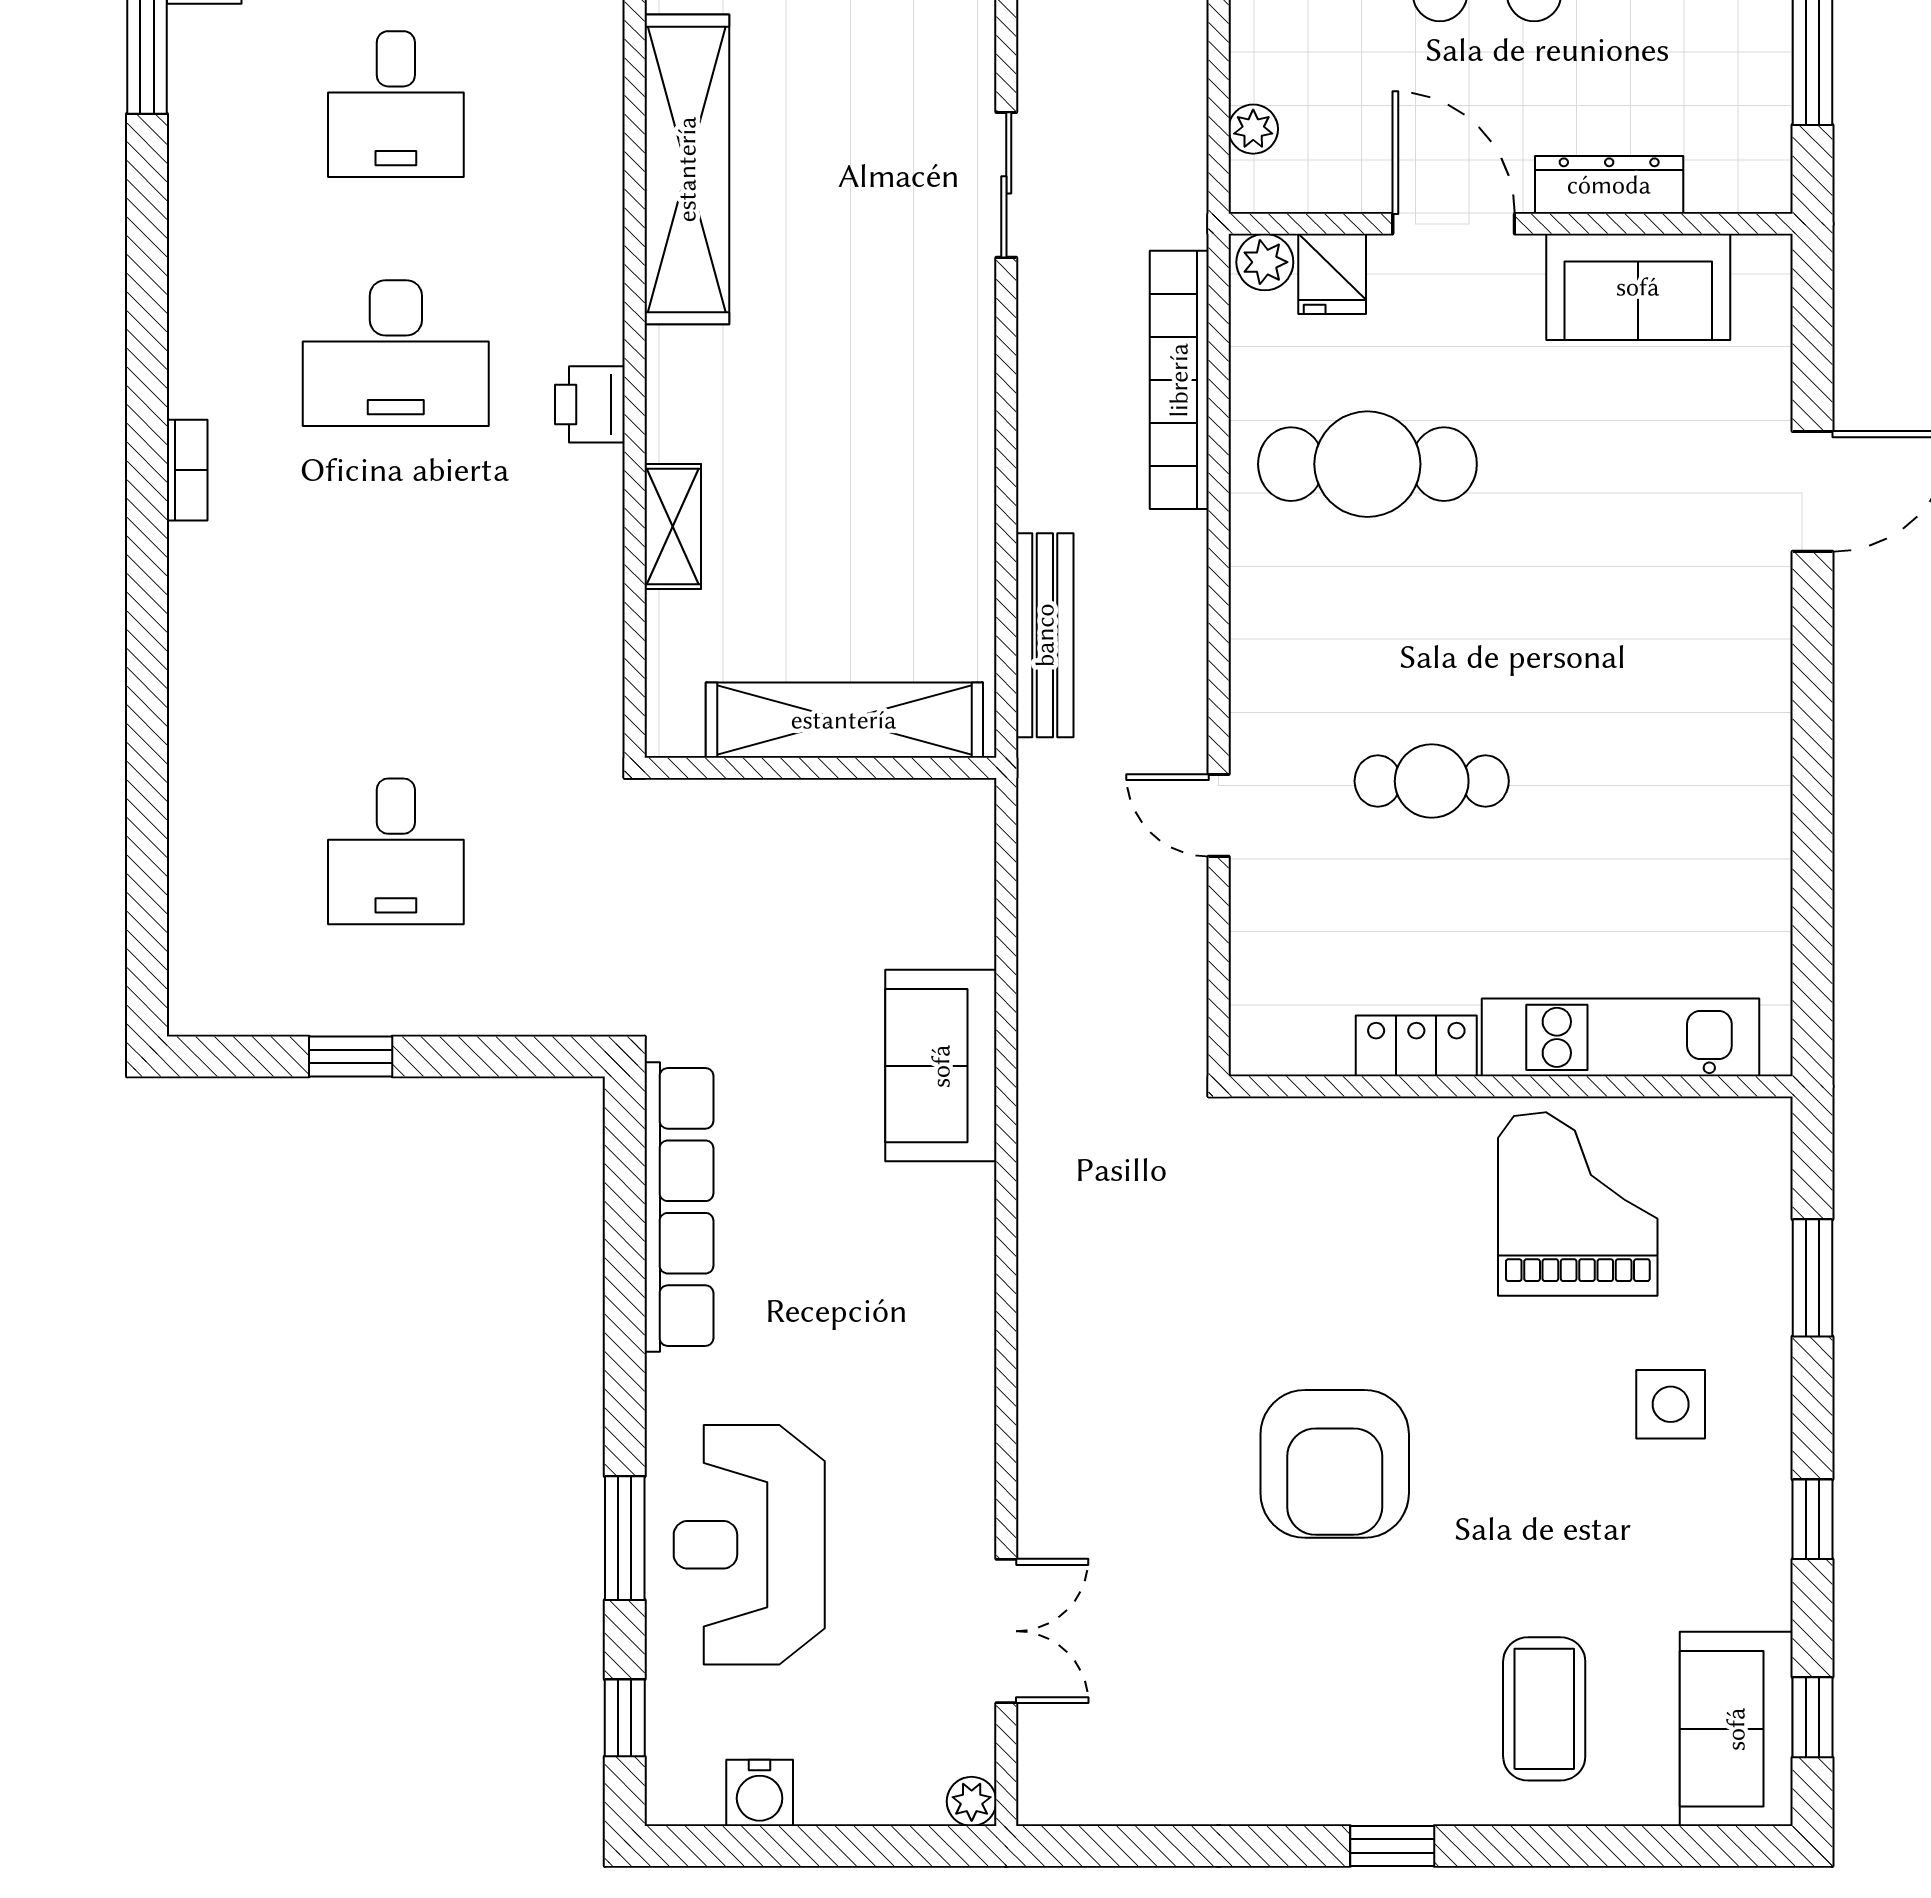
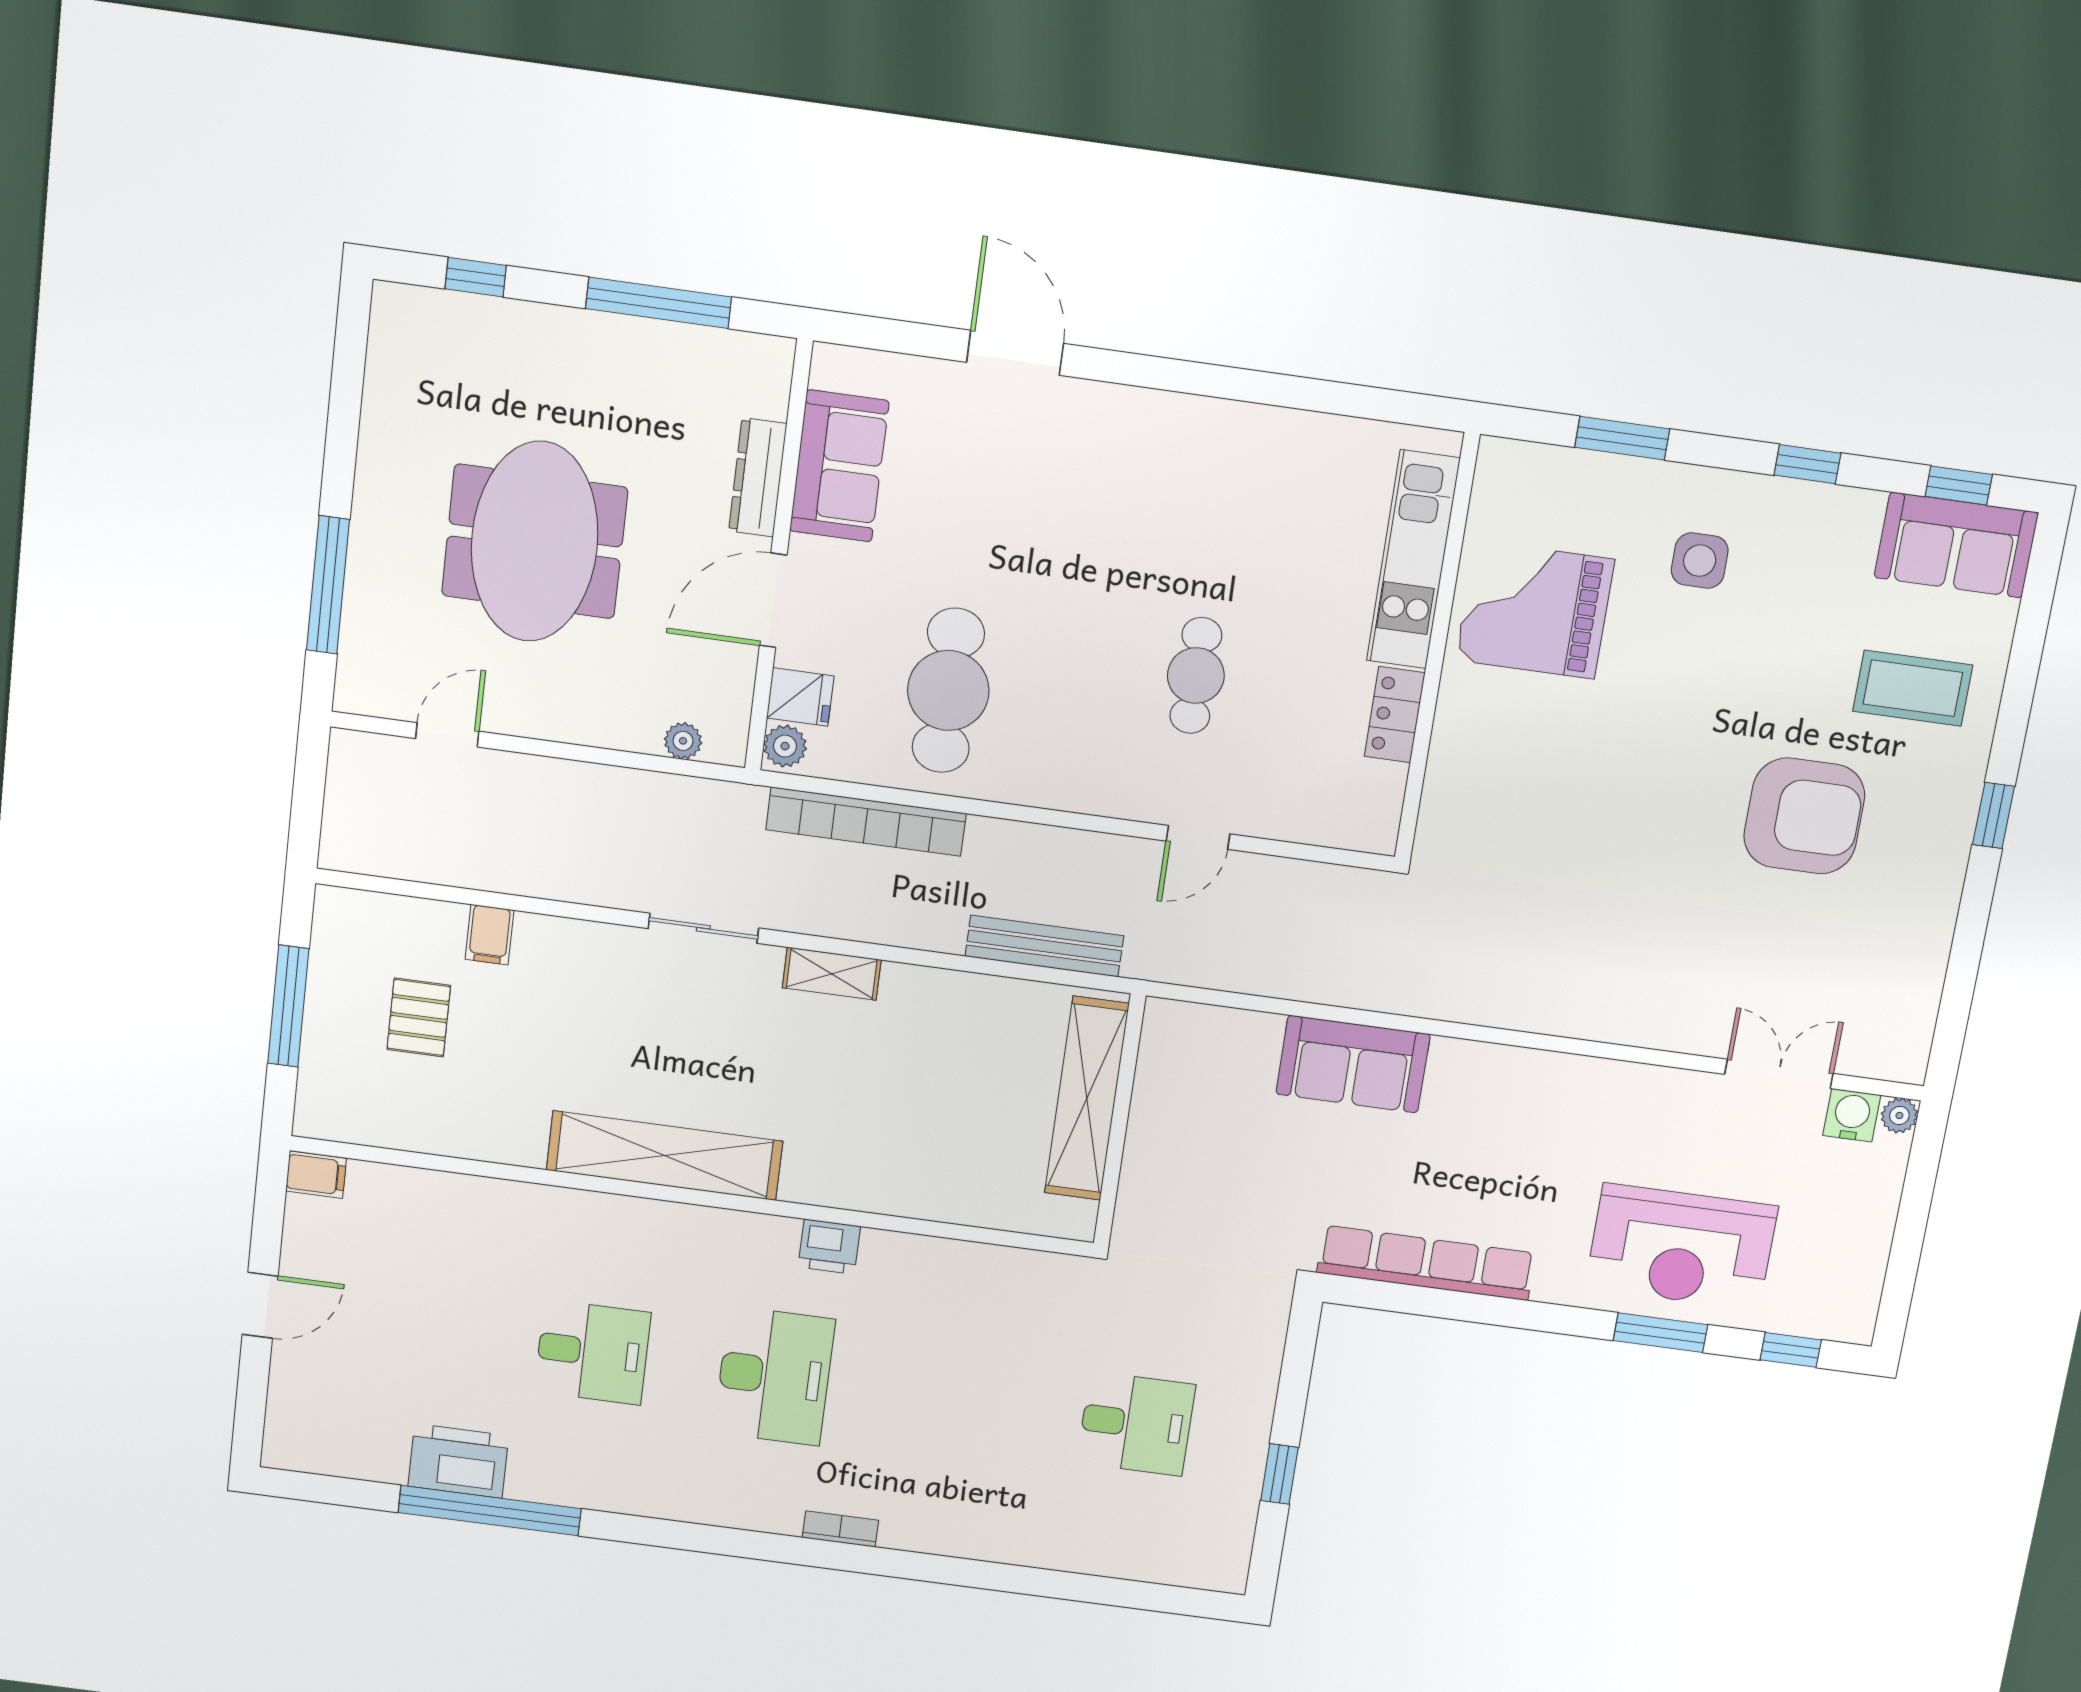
shelving: (673, 527) -> (832, 974), moved
armchair: (1335, 1464) -> (1804, 816), moved
water cooler: (760, 1793) -> (1852, 1115), moved, turned -90

